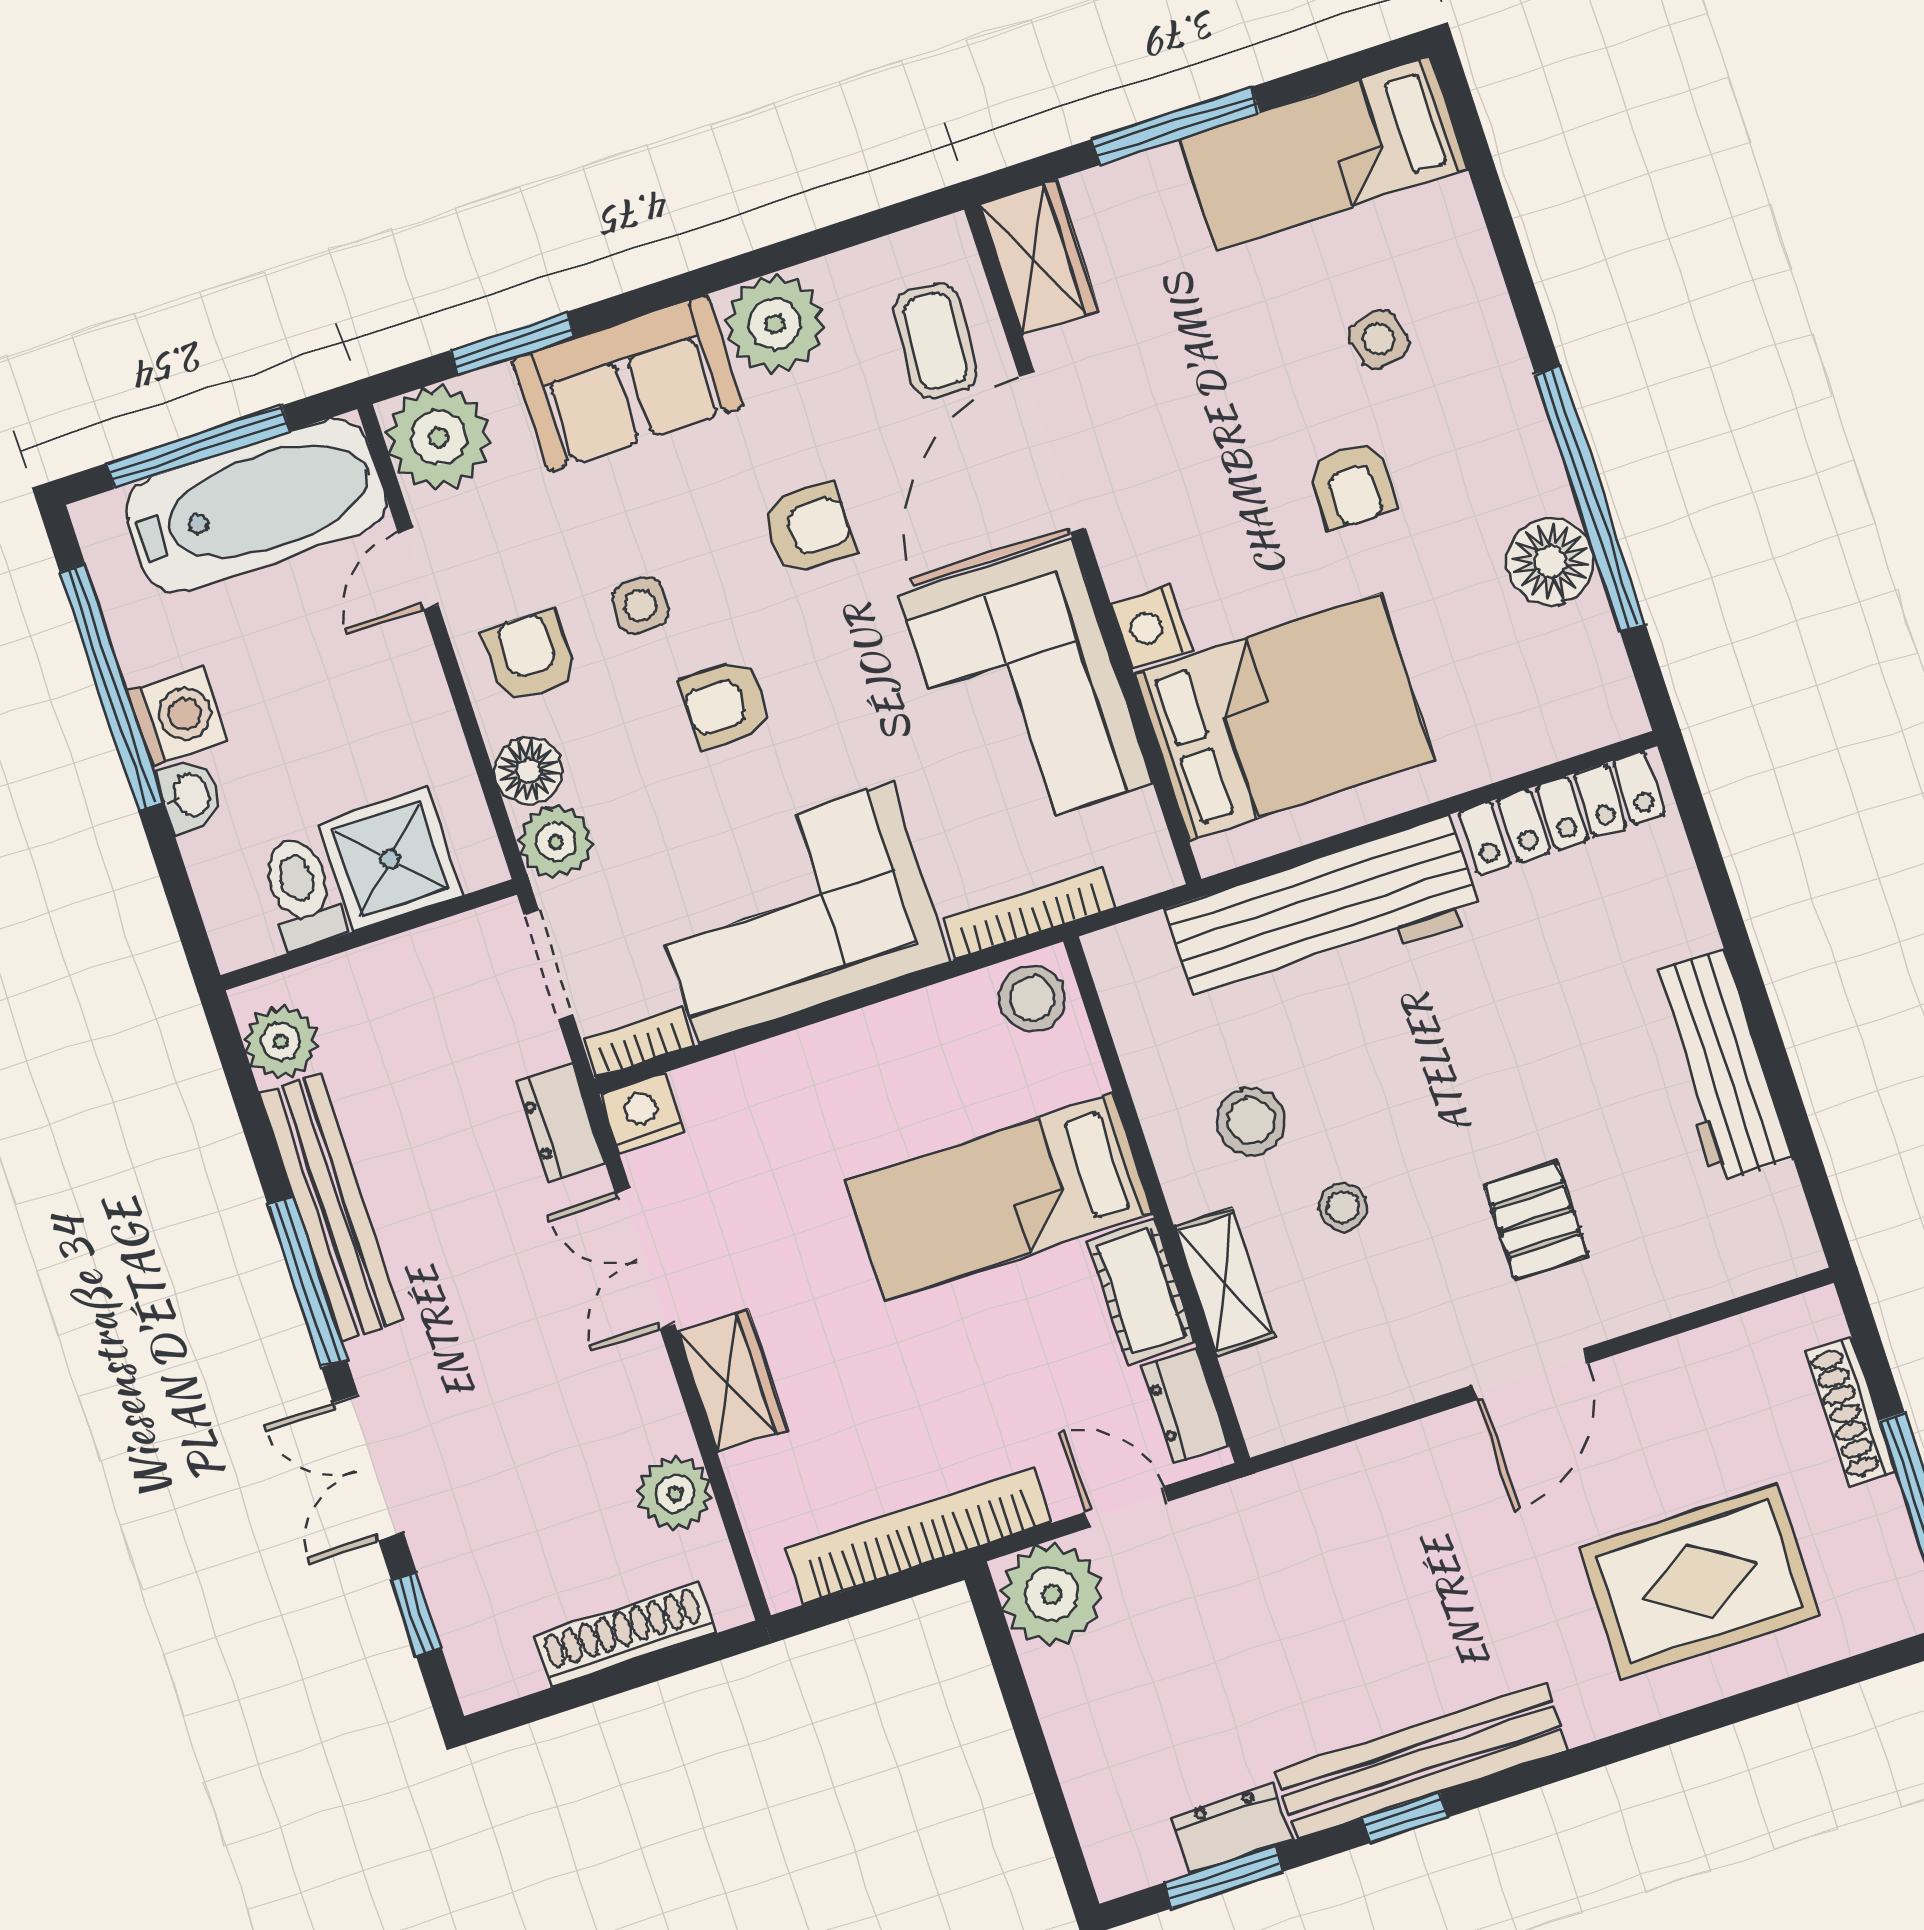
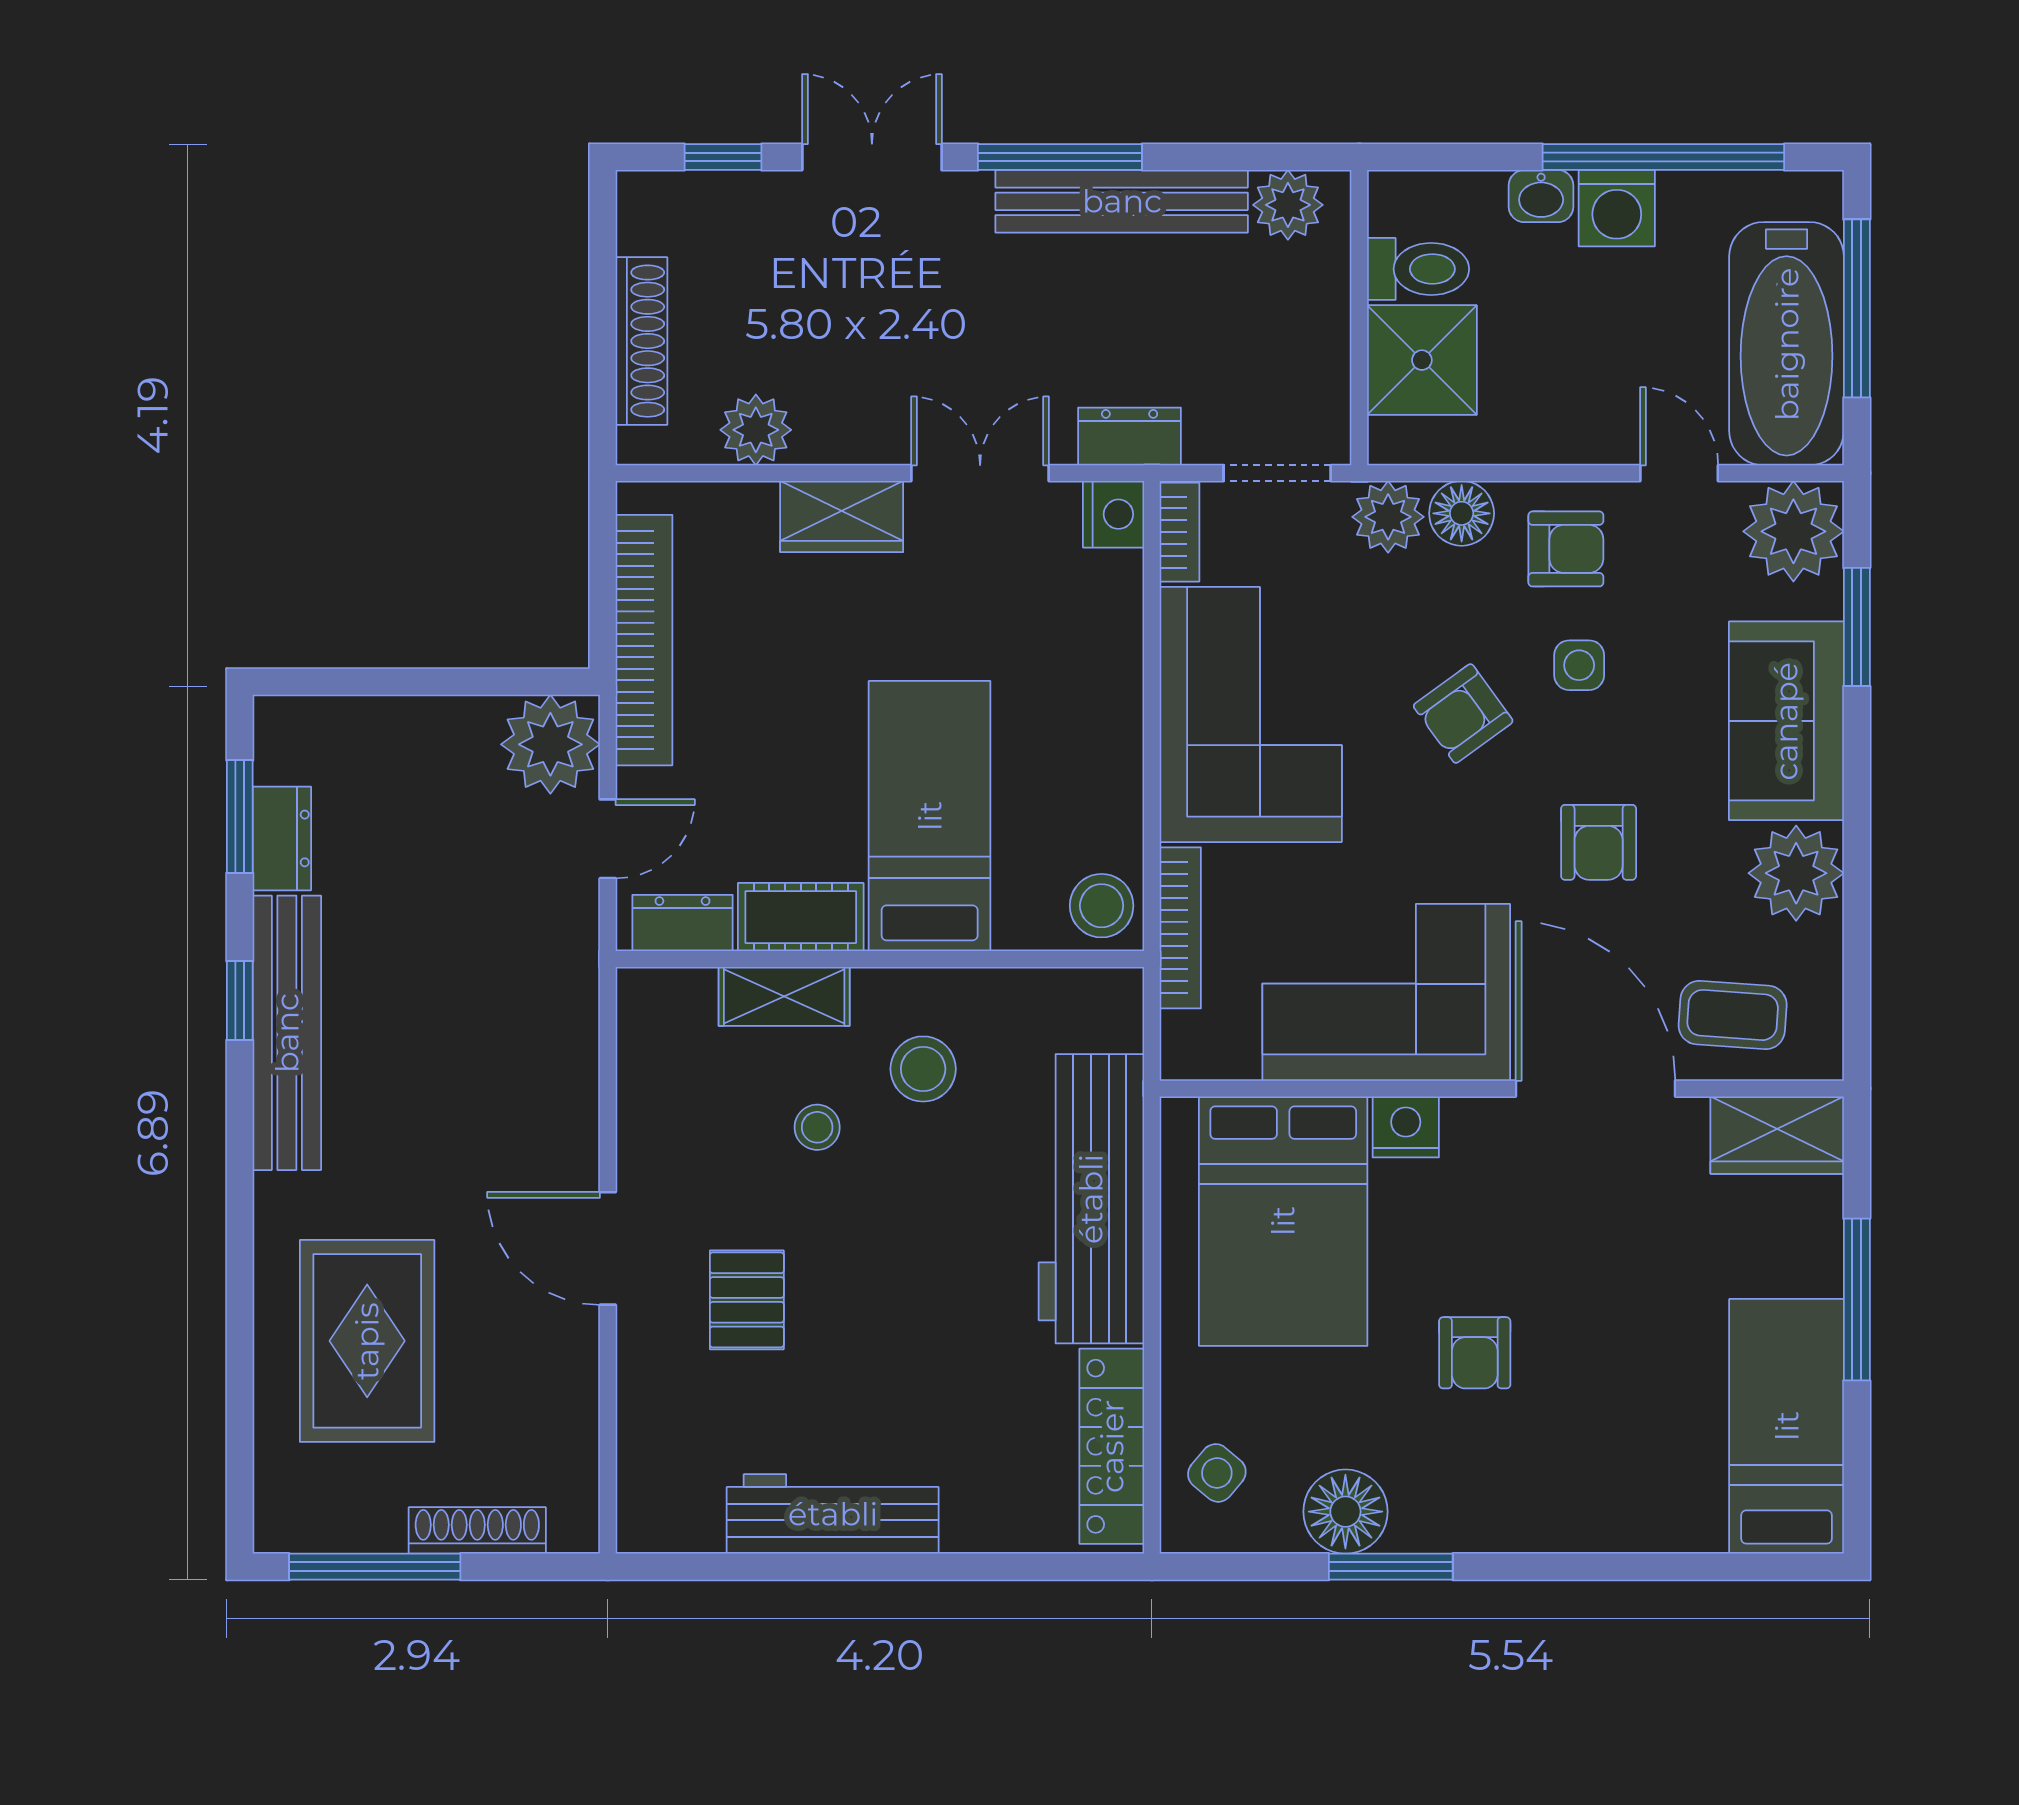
side table: (1379, 339) -> (1217, 1473), moved, turned -36
armchair: (1352, 485) -> (1475, 1353), turned -90
window: (1590, 499) -> (1391, 1567), width x0.47
armchair: (725, 704) -> (1463, 713), turned -126
pallet: (1536, 1220) -> (747, 1300), turned 90

